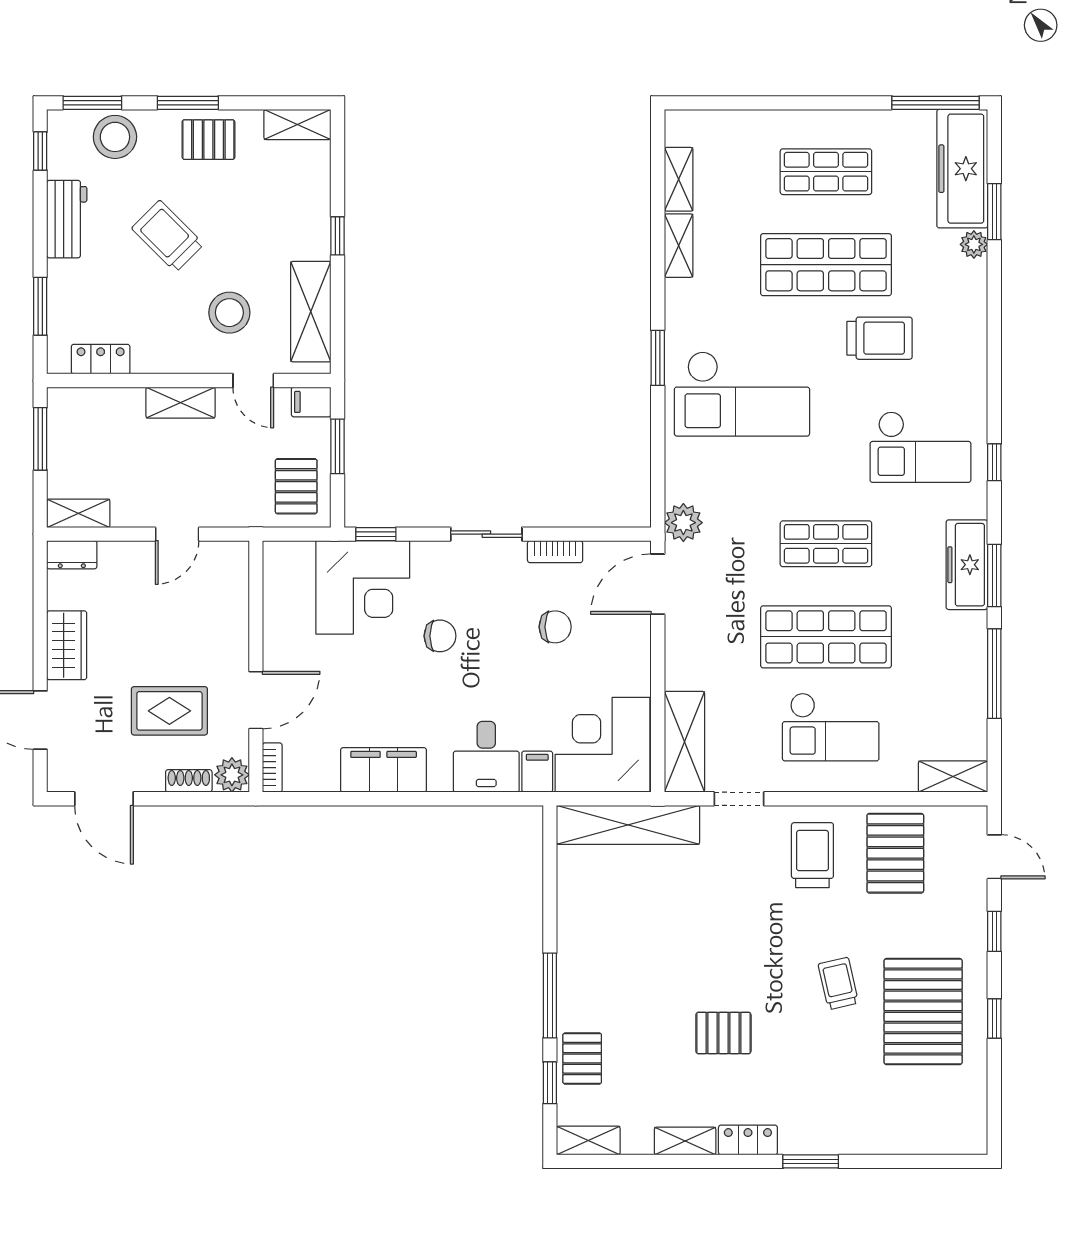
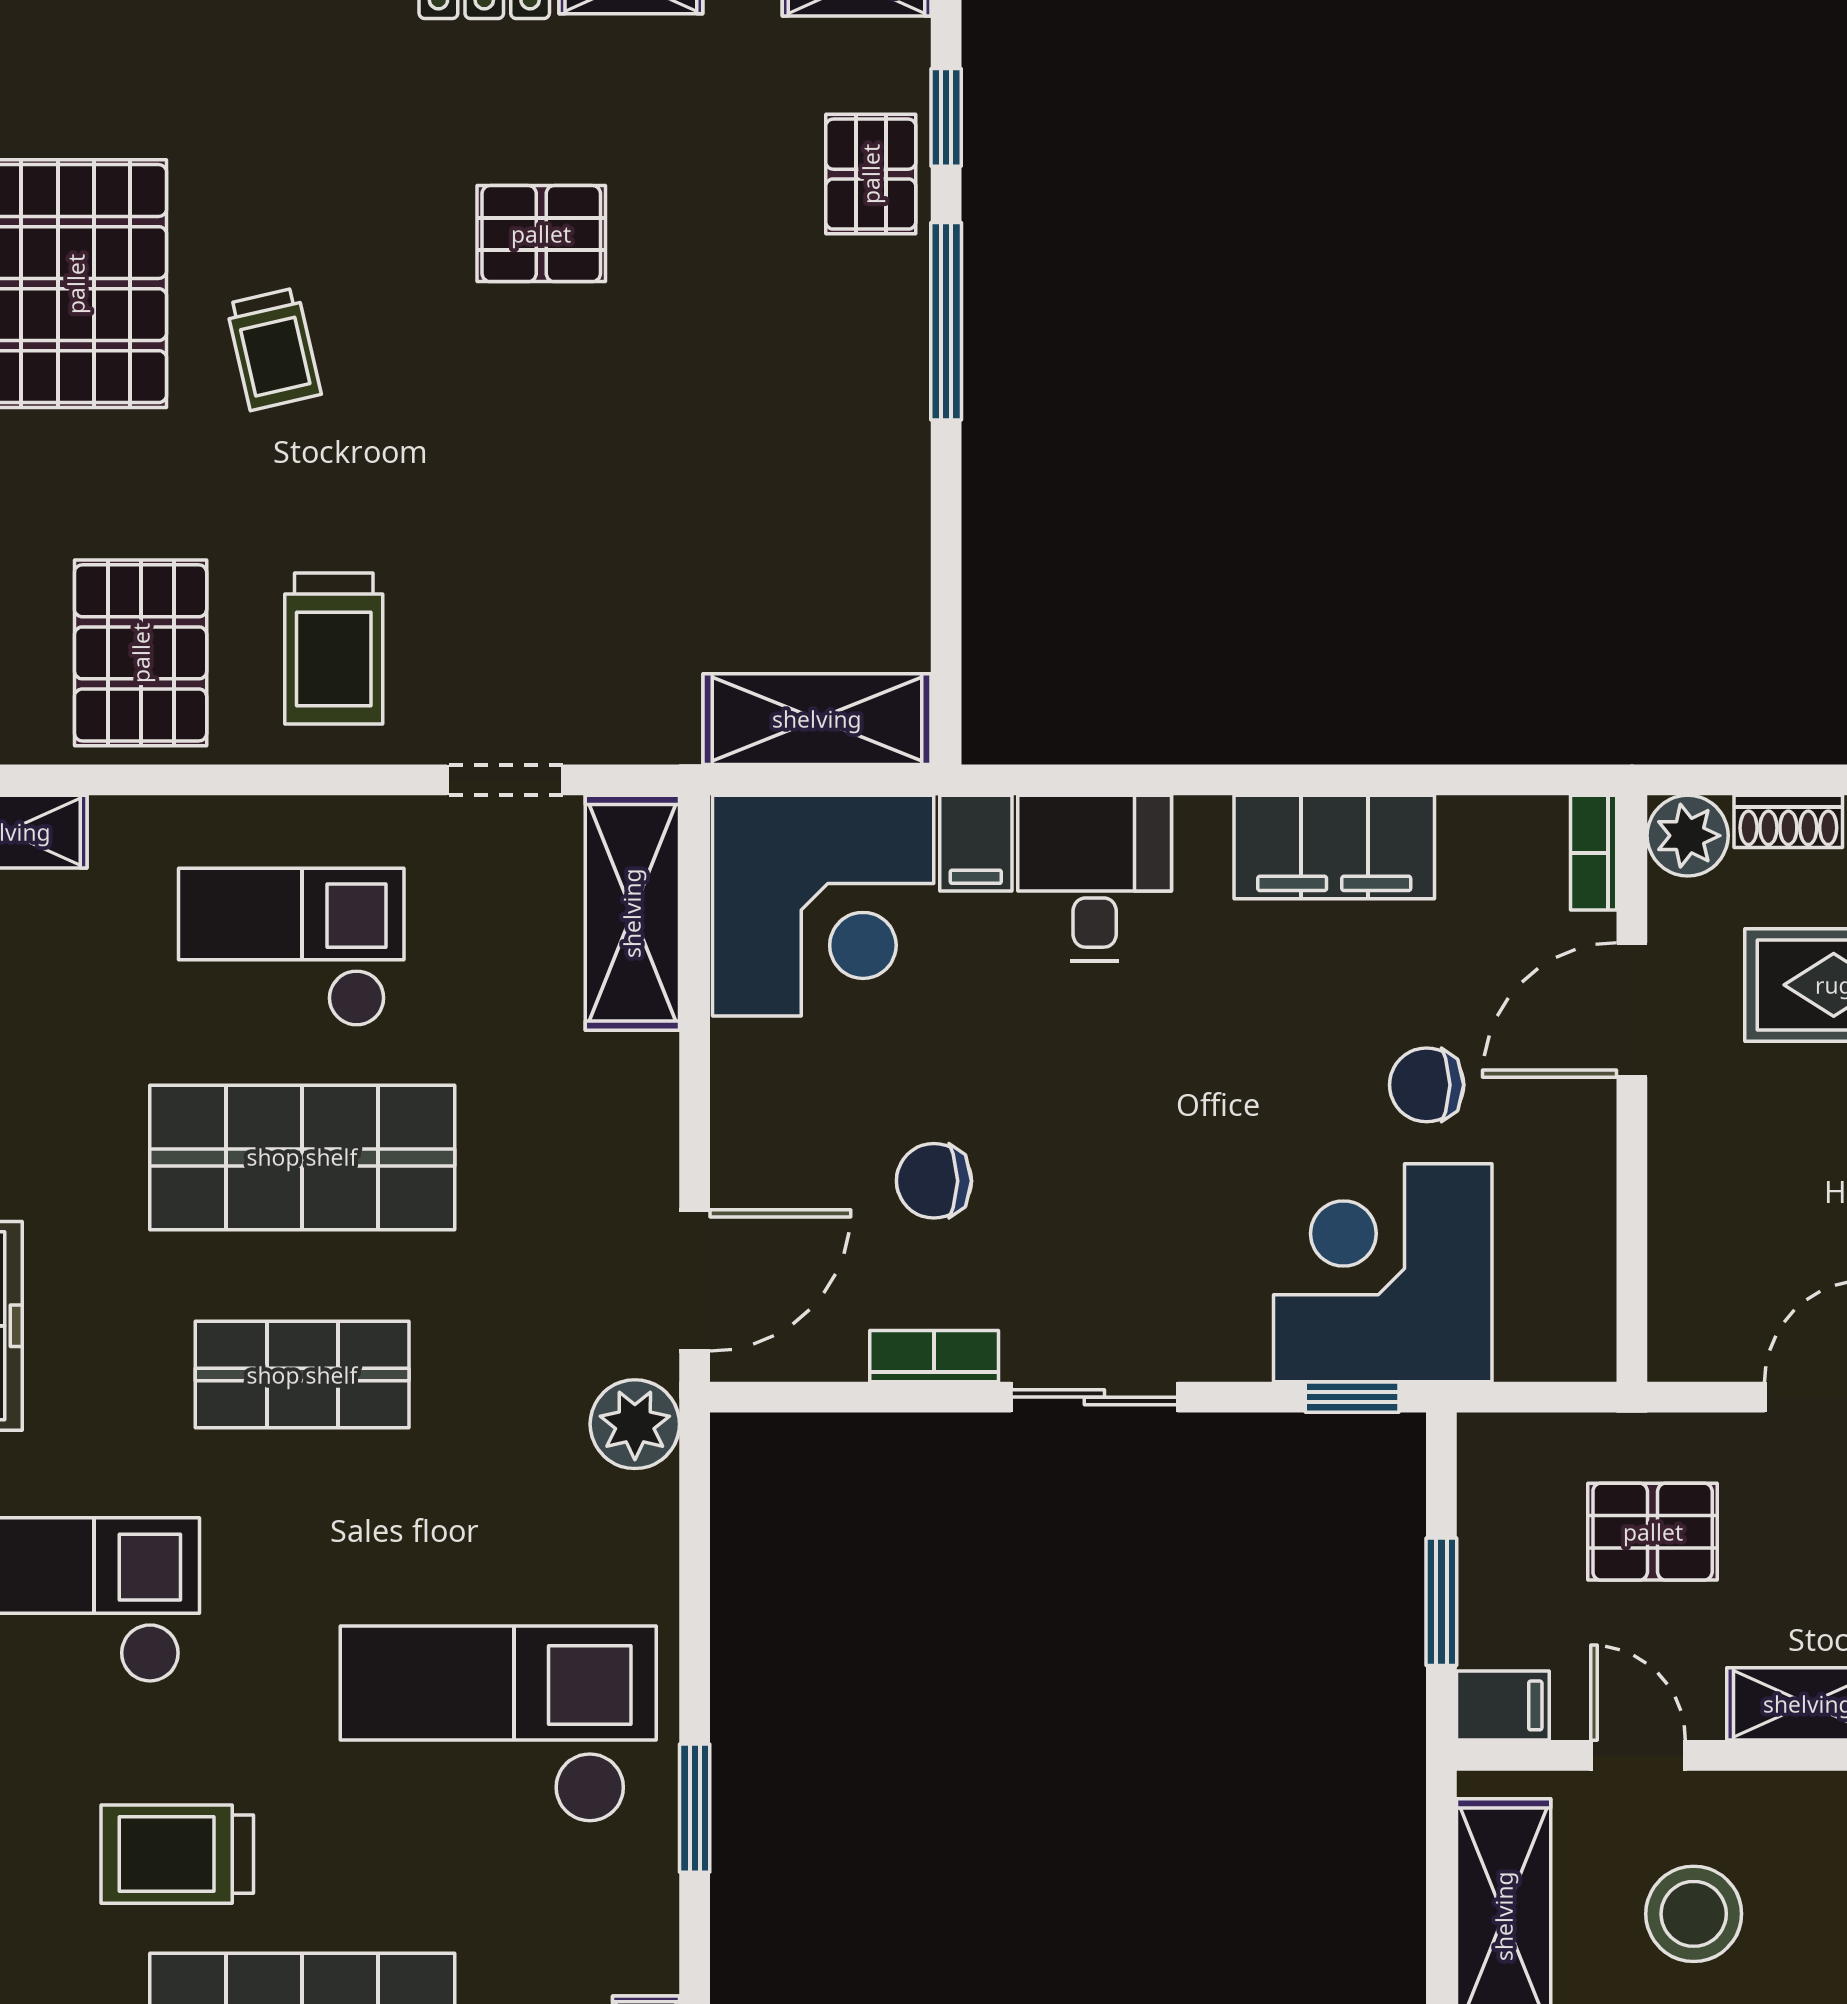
pallet: (296, 486) -> (1653, 1532), moved, turned 90
chair: (440, 636) -> (1427, 1085), moved
shelving: (628, 825) -> (817, 719), width x0.68

